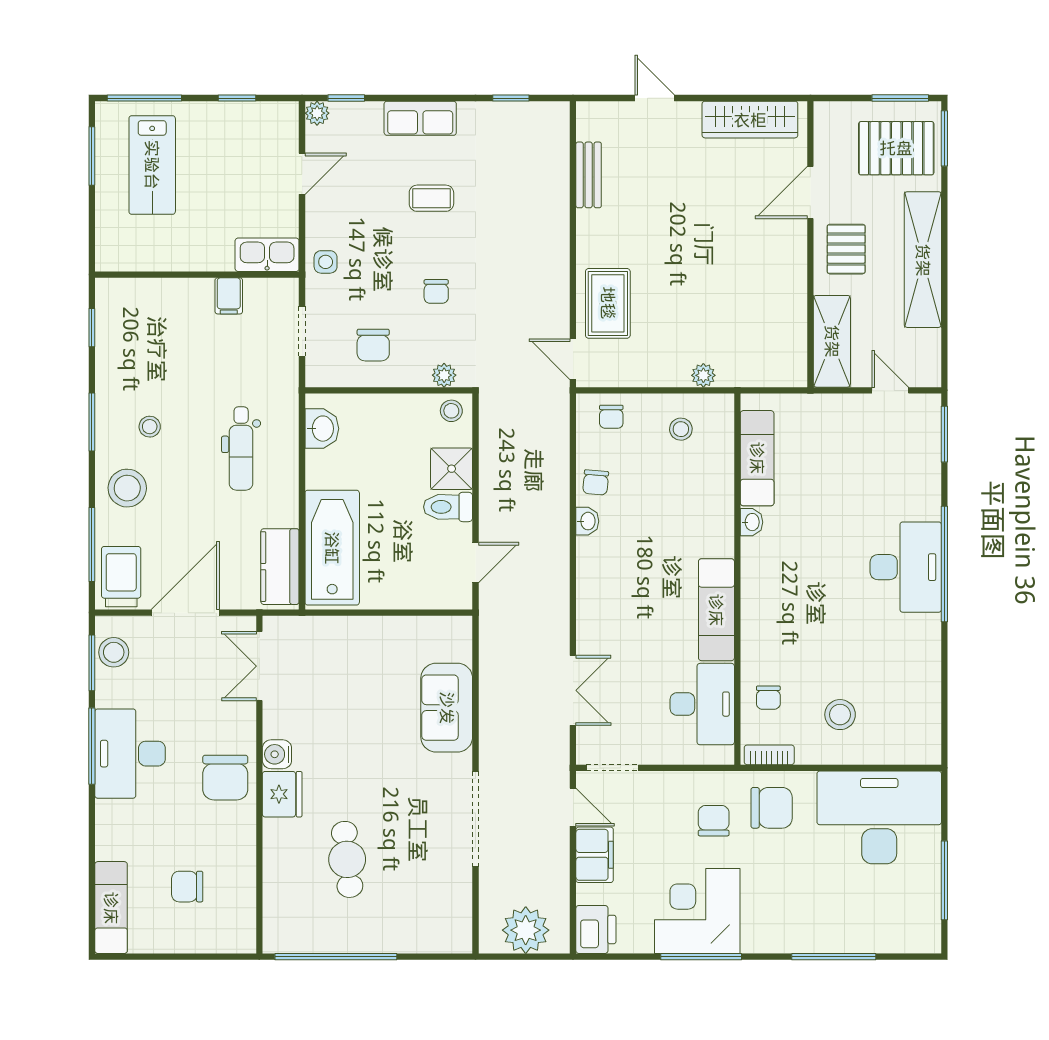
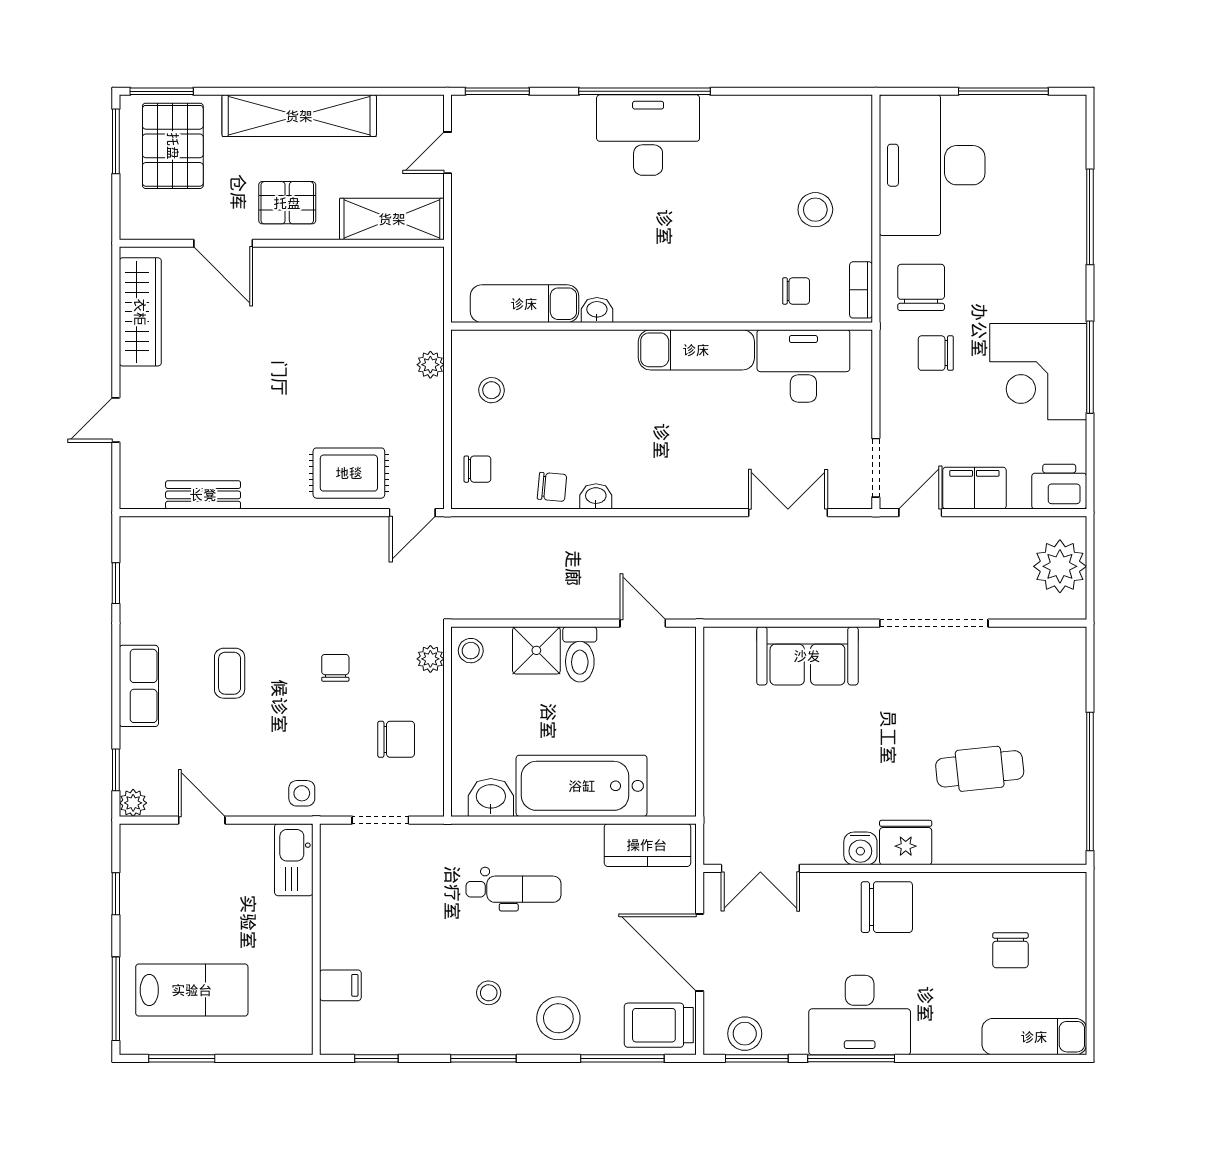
chair: (436, 291) -> (335, 668), turned -90
filing cabinet: (229, 296) -> (340, 985), moved
bathtub: (332, 548) -> (582, 786), moved

